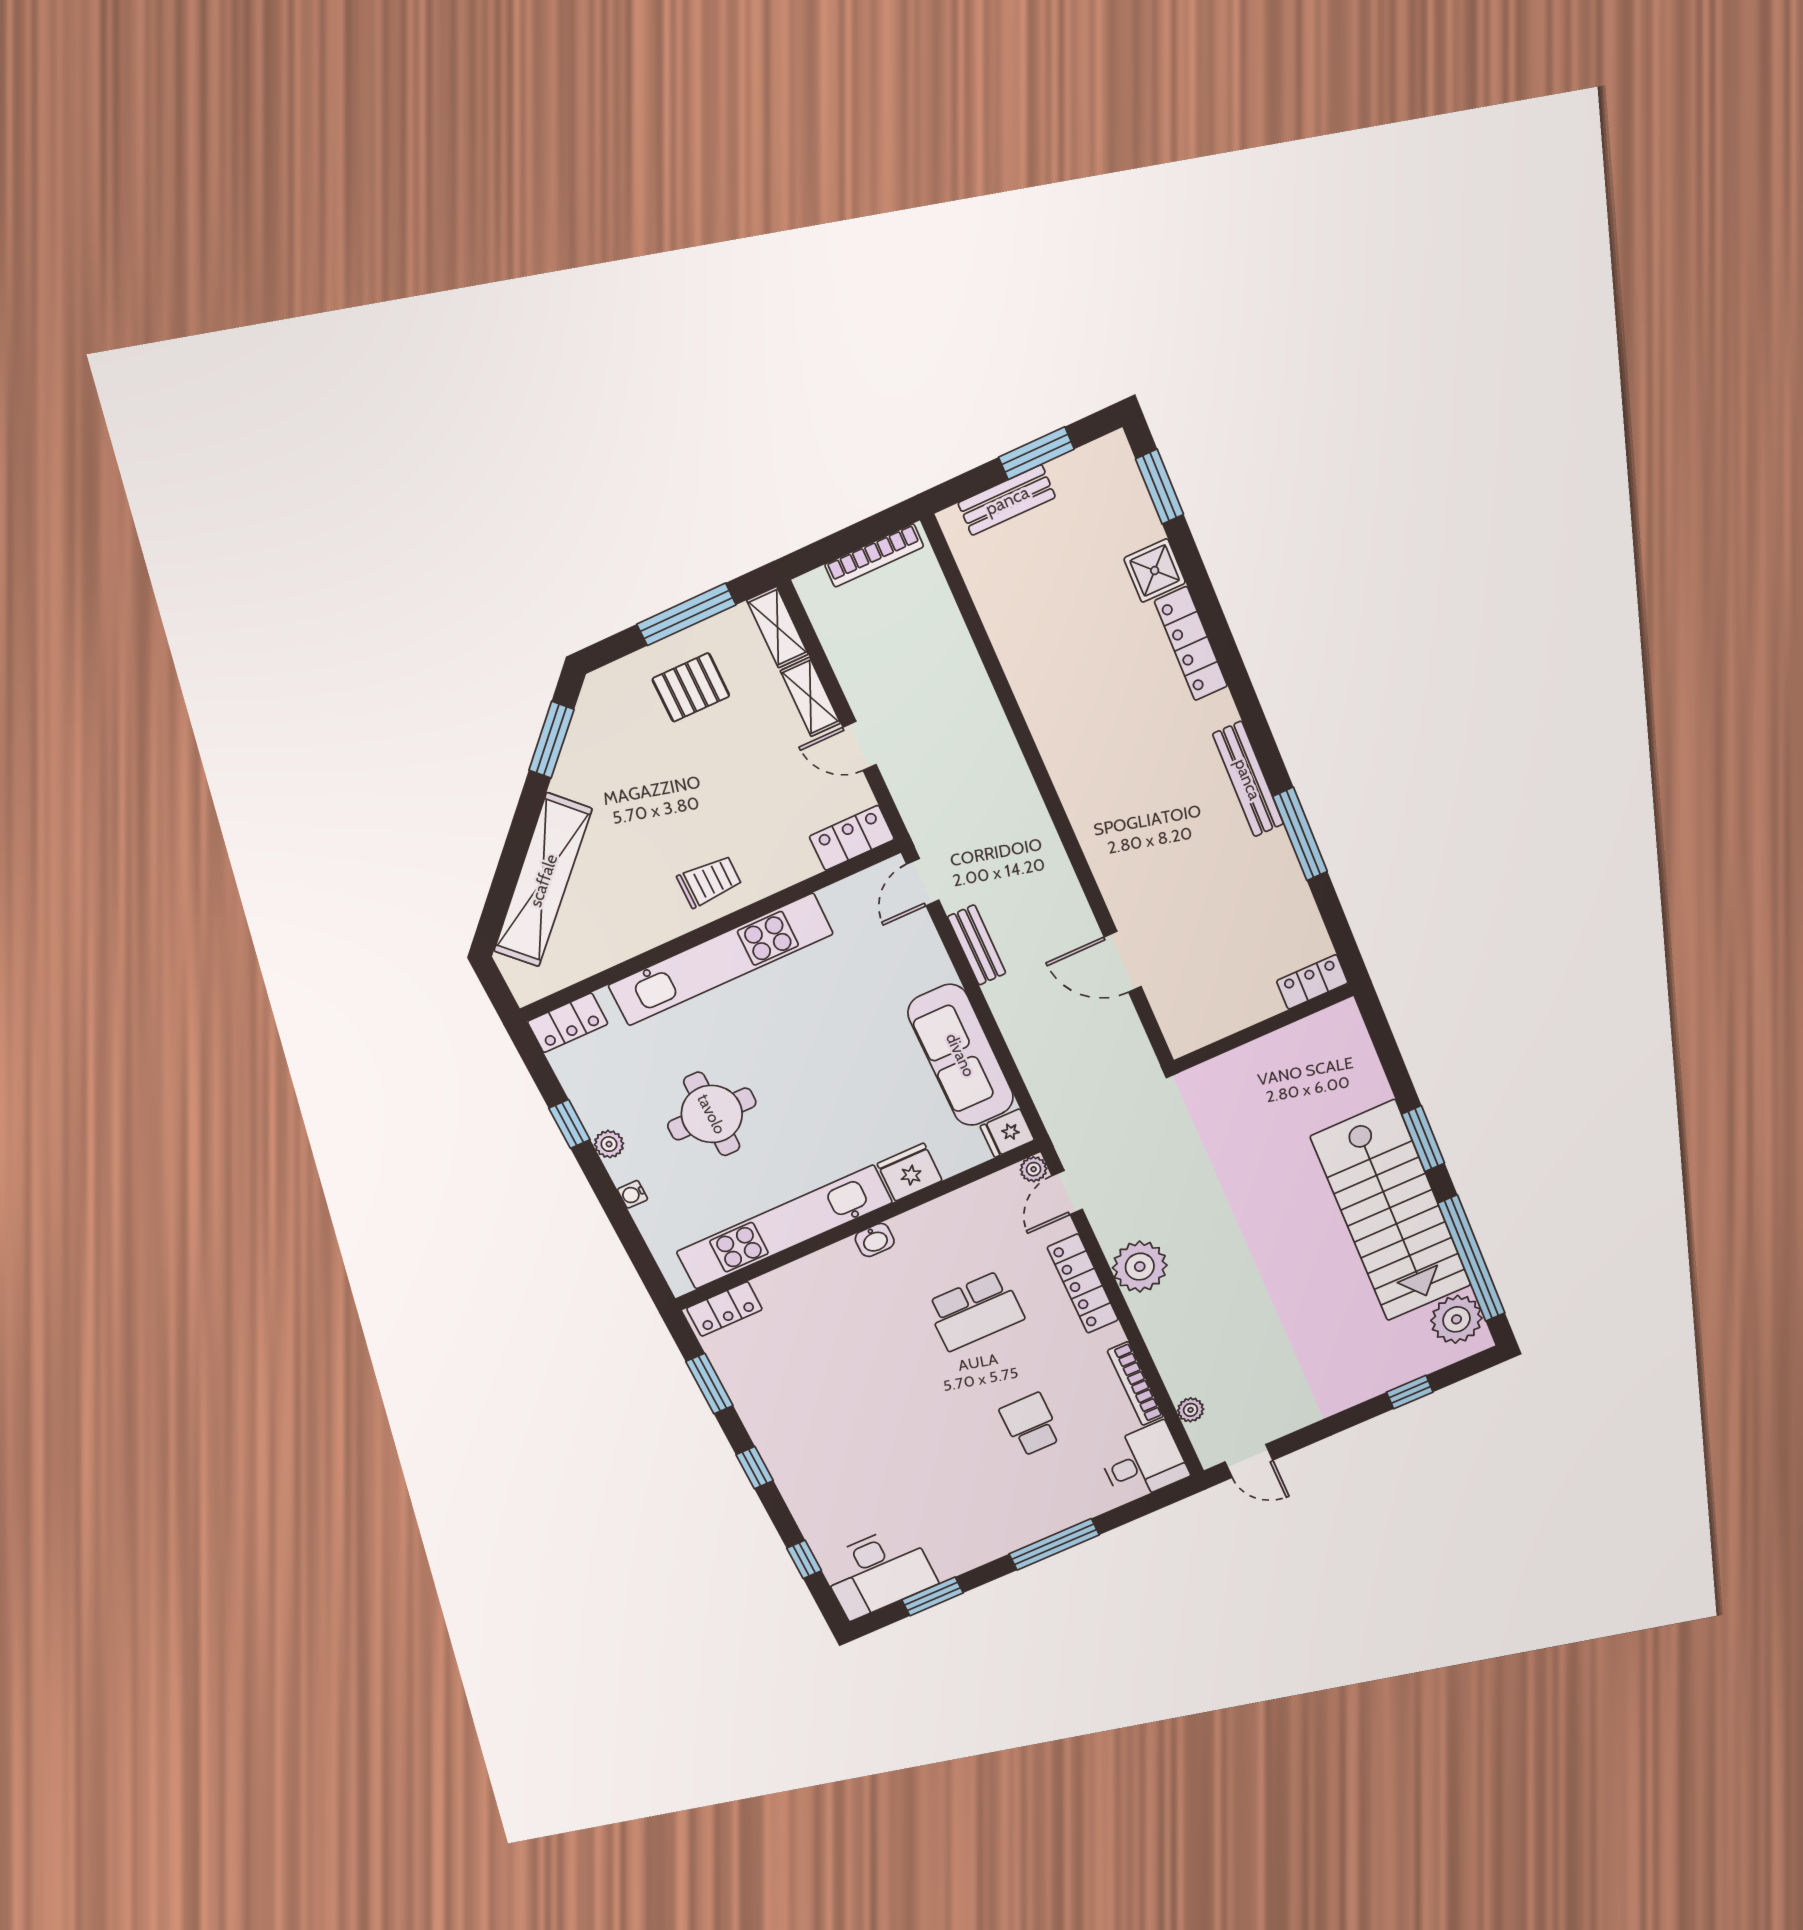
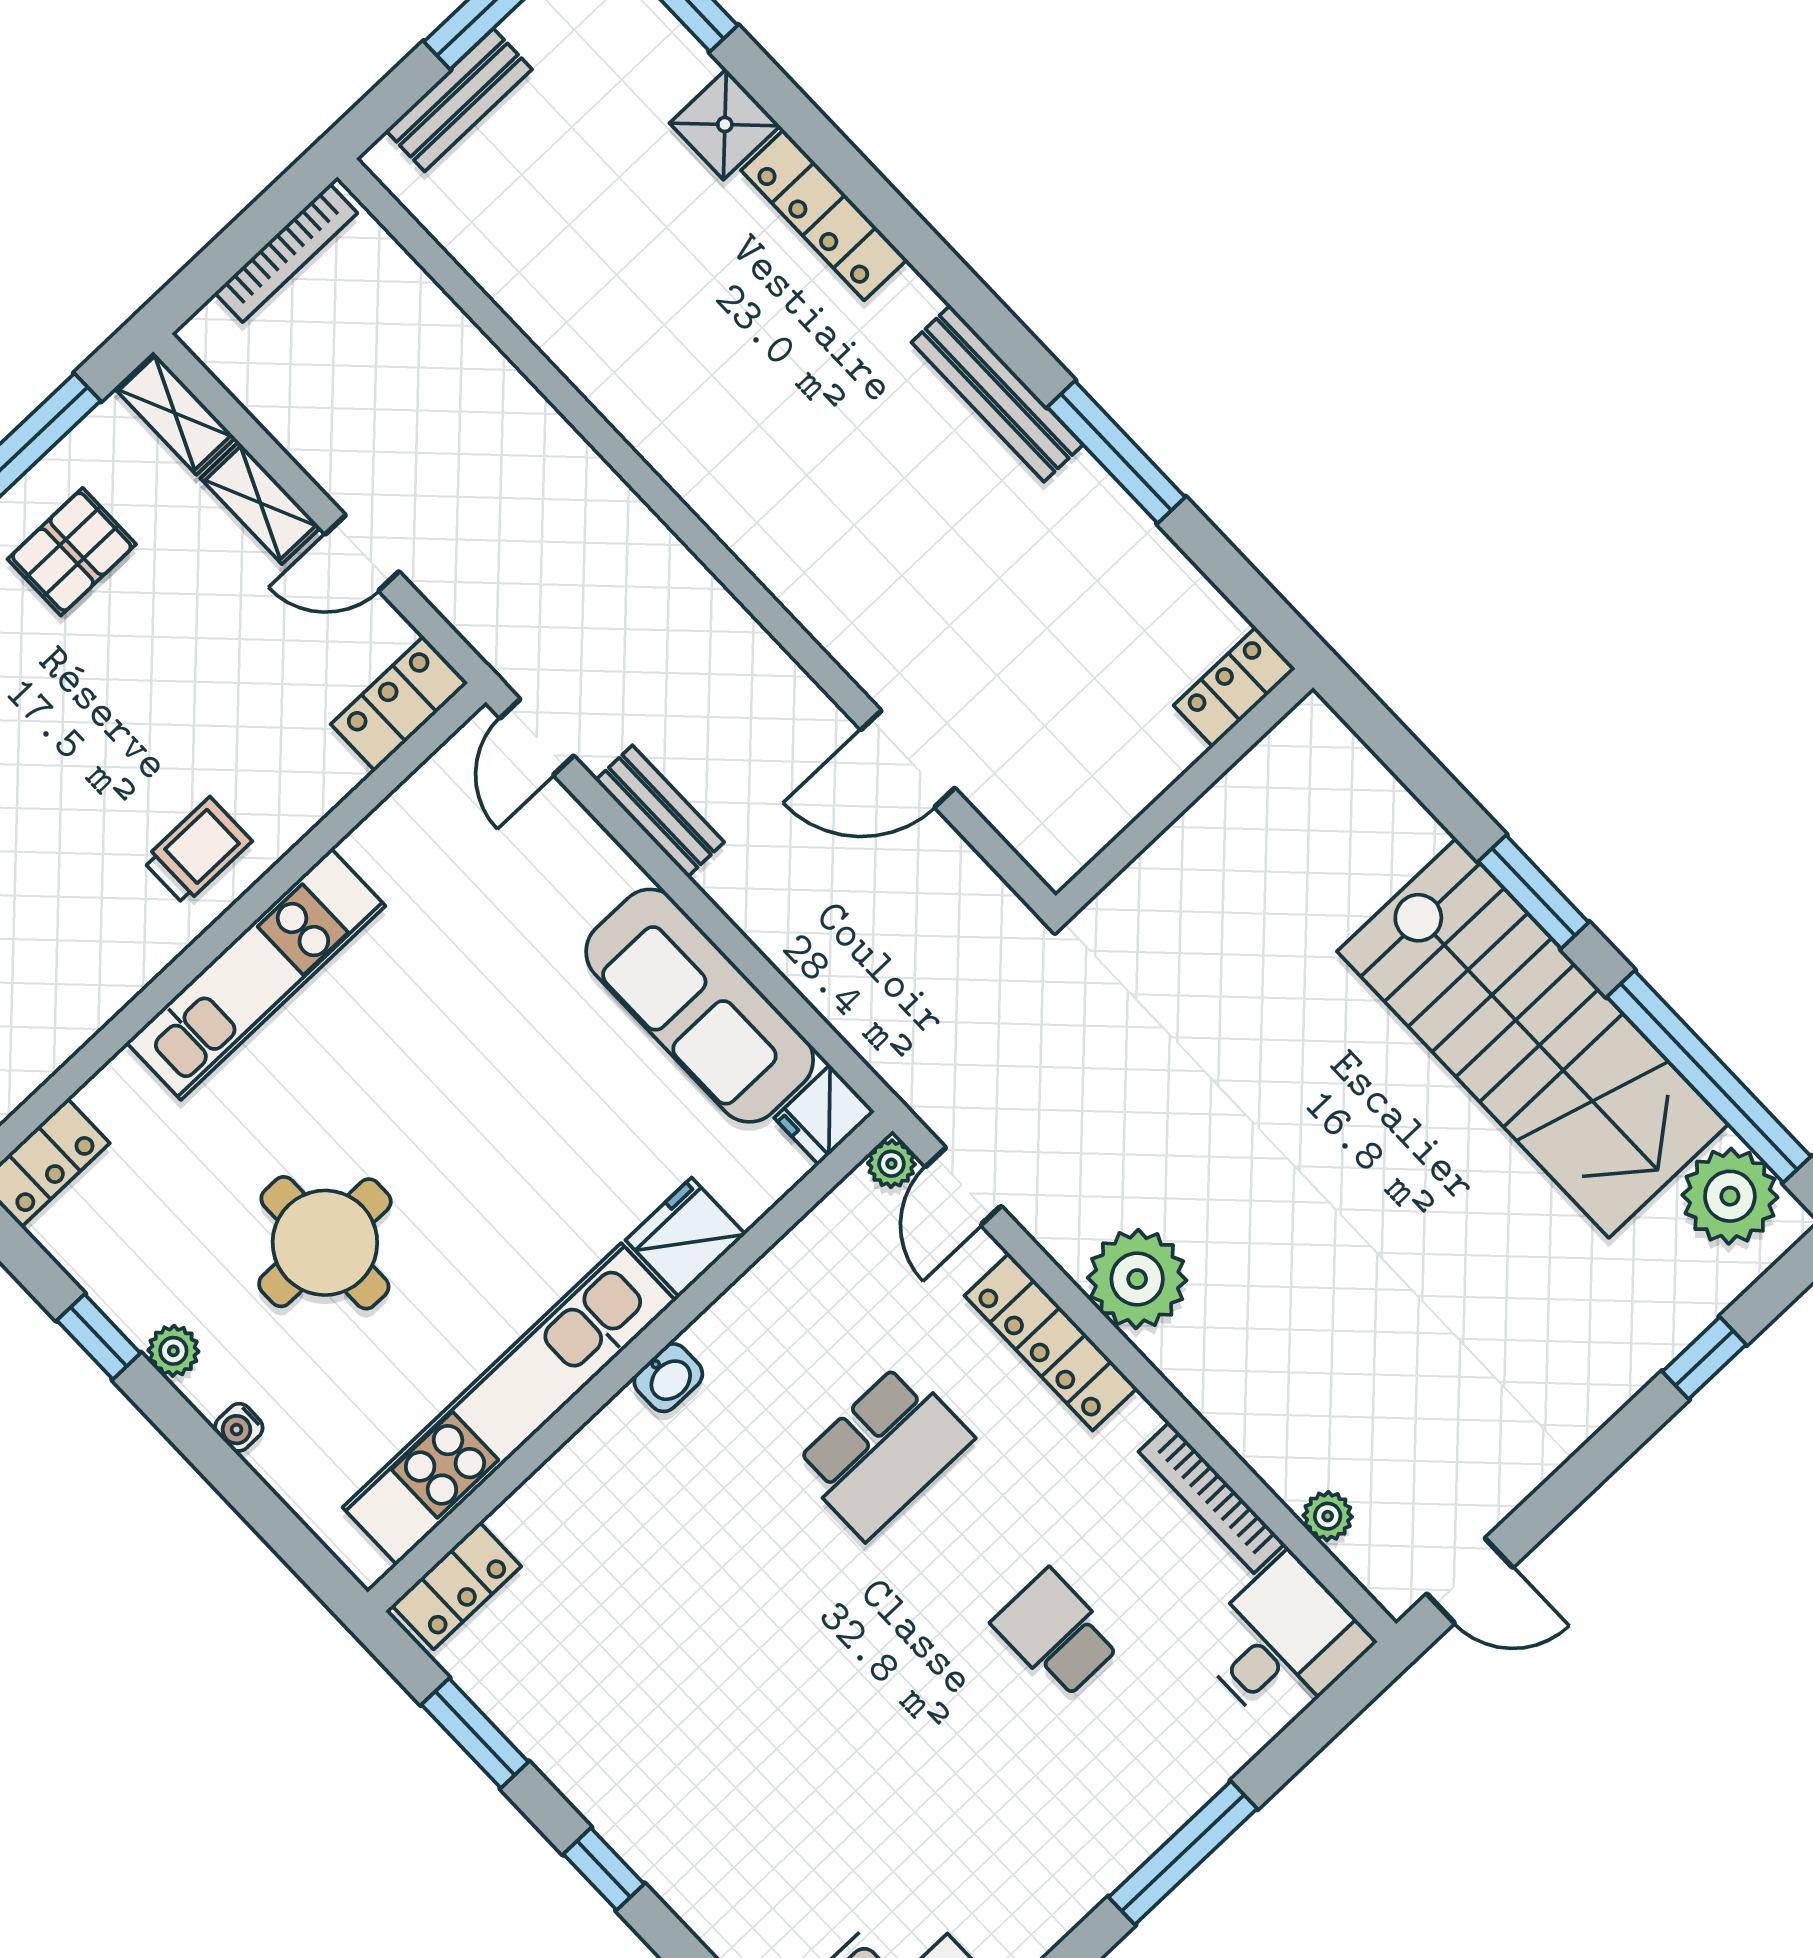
kitchen unit: (721, 960) -> (256, 974), width x0.73

